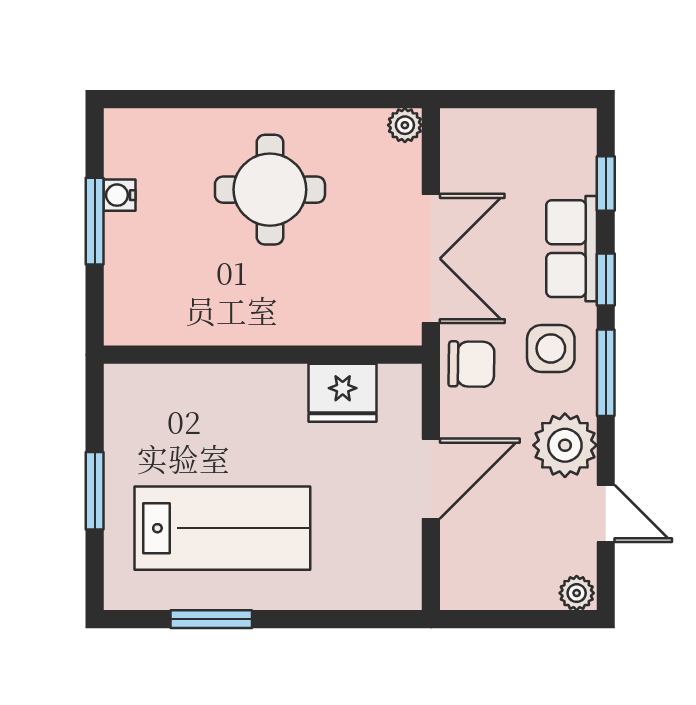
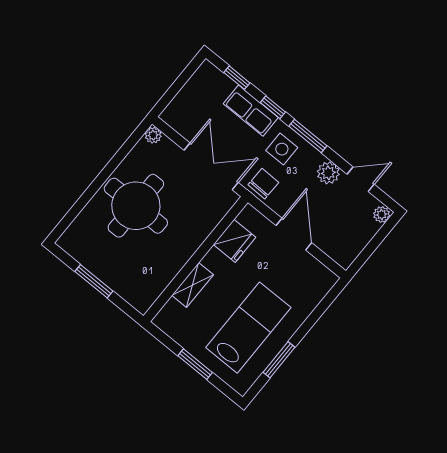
round table: (270, 190) -> (136, 206), width x1.36, depth x1.36
water cooler: (119, 195) -> (92, 264), removed
shelving: (217, 383) -> (193, 285), added
plant: (565, 445) -> (328, 173), width x0.73, depth x0.73

